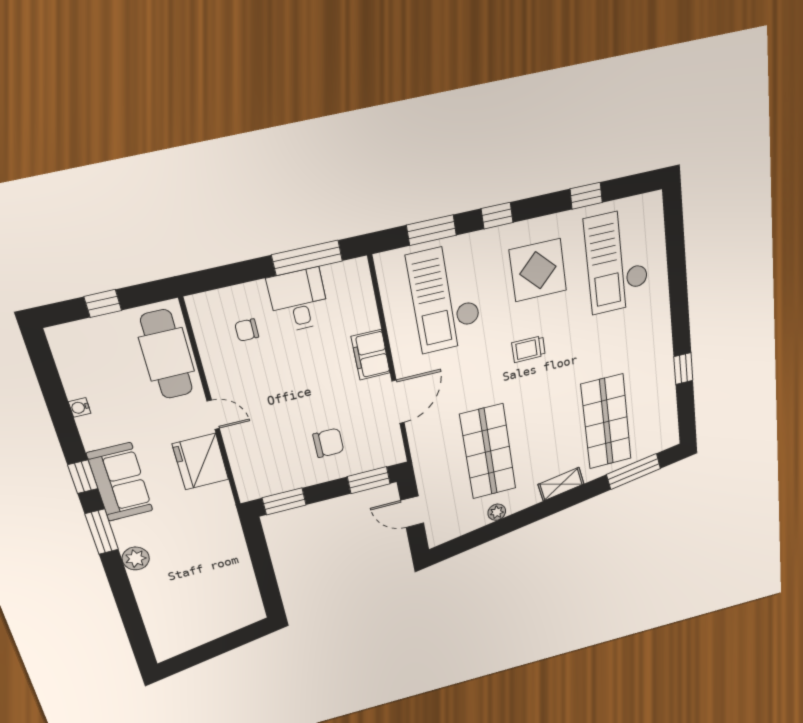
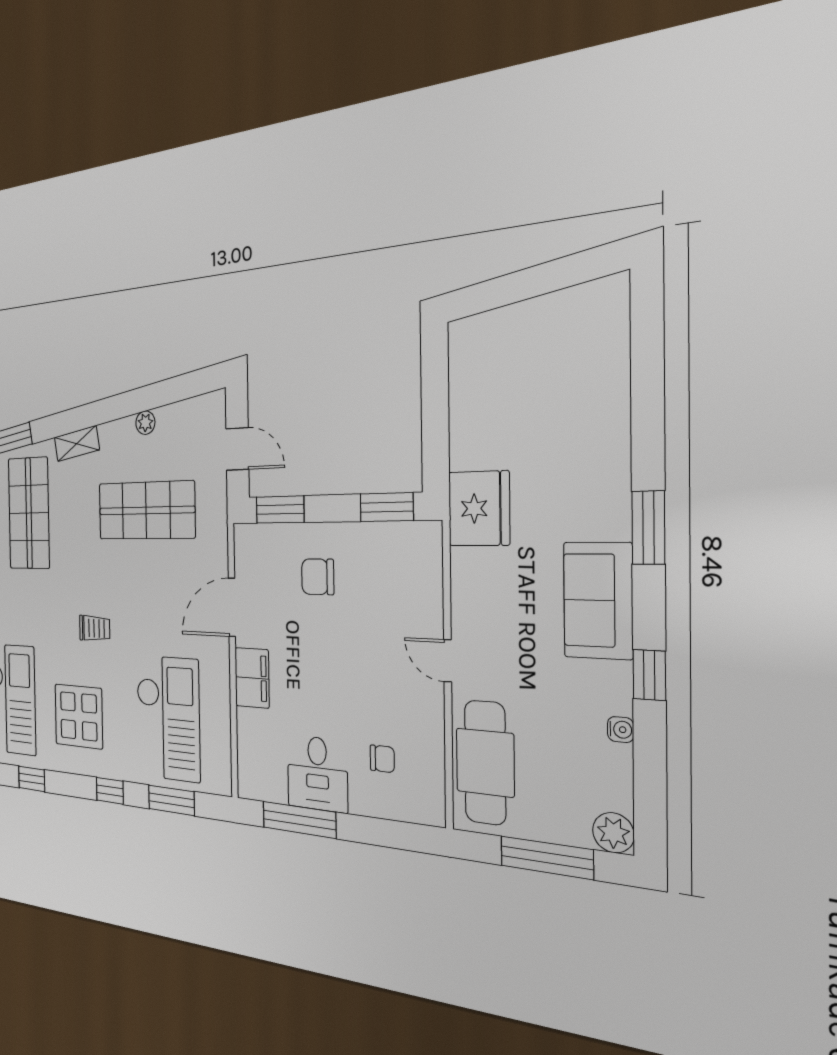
window: (103, 303) -> (547, 858), width x2.17
shop shelf: (488, 452) -> (146, 510), turned 90
fridge: (201, 462) -> (479, 508), moved
window: (83, 477) -> (649, 675), moved
plant: (136, 558) -> (613, 833), moved

